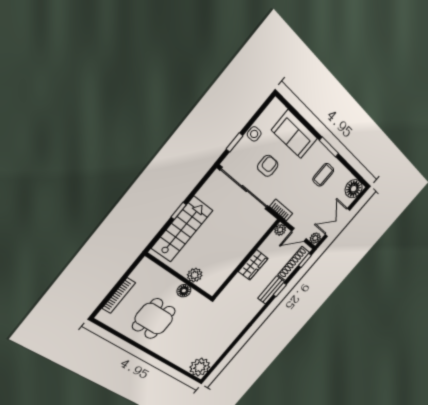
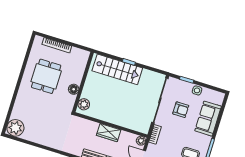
plant: (195, 275) -> (84, 104), moved
dining table: (154, 319) -> (46, 76), turned 90

